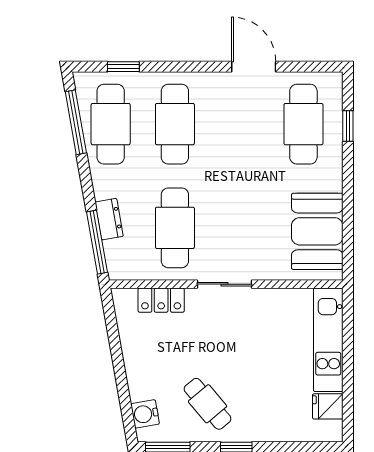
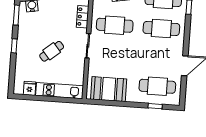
cafe table: (208, 404) -> (52, 51), moved

